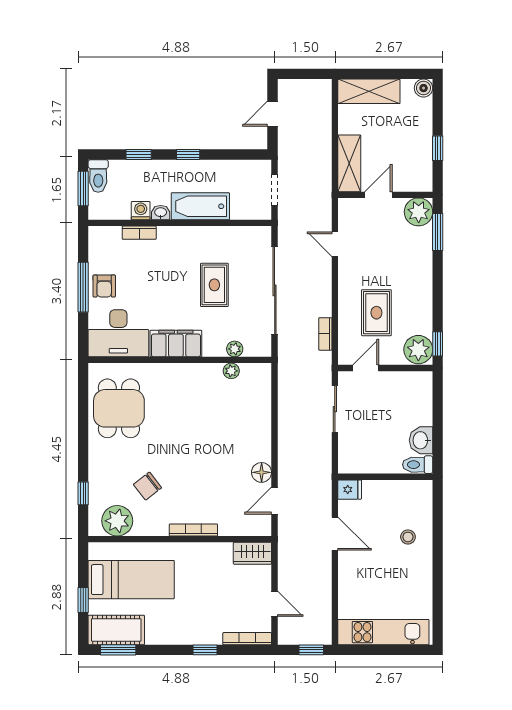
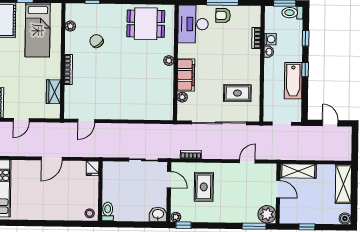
bathtub: (200, 206) -> (293, 81), moved, turned 180
rug: (214, 285) -> (237, 93), moved
rug: (376, 313) -> (204, 187), turned 90
filing cabinet: (176, 344) -> (186, 75), moved
plant: (418, 350) -> (176, 217), width x0.53, depth x0.53
plant: (231, 371) -> (169, 61), moved
washbasin: (421, 440) -> (158, 214), moved
floor lamp: (262, 472) -> (104, 113), removed
door: (275, 501) -> (86, 121), swing flipped
plant: (117, 521) -> (70, 26), width x0.53, depth x0.53
door: (335, 534) -> (52, 159), moved
stool: (408, 537) -> (90, 213), moved
wardrobe: (252, 553) -> (53, 92), moved

